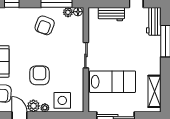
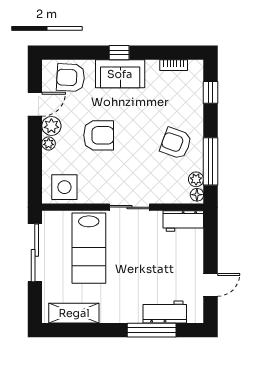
workbench: (111, 14) -> (183, 221), moved, turned -90
workbench: (154, 21) -> (165, 312), moved
side table: (62, 100) -> (64, 187), moved

